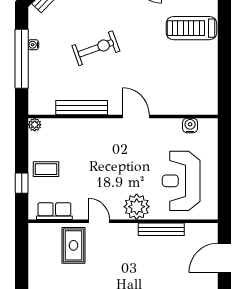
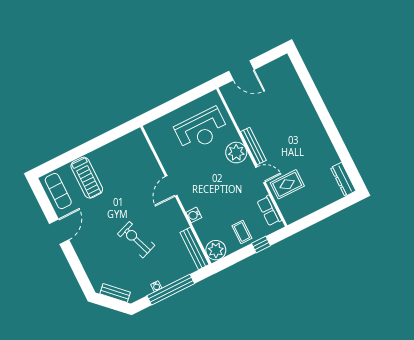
bench: (82, 108) -> (194, 248), moved
plant: (35, 125) -> (216, 250), width x1.88, depth x1.88
water cooler: (190, 125) -> (194, 215), moved
door: (99, 221) -> (260, 175), swing flipped
bench: (161, 229) -> (253, 146), moved

